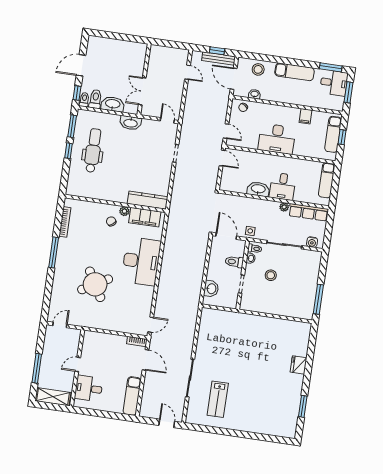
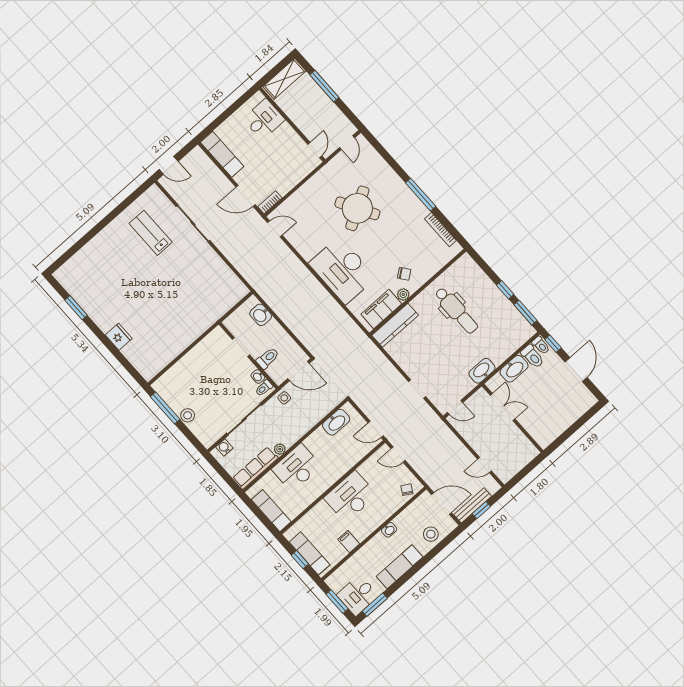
washbasin: (254, 94) -> (389, 530), moved
dental chair: (93, 150) -> (456, 310), moved
desk: (283, 186) -> (296, 468), width x1.37
washbasin: (258, 189) -> (336, 422), moved
stool: (271, 275) -> (188, 415), moved
door: (151, 325) -> (275, 229), swing flipped
door: (78, 364) -> (315, 150), moved

